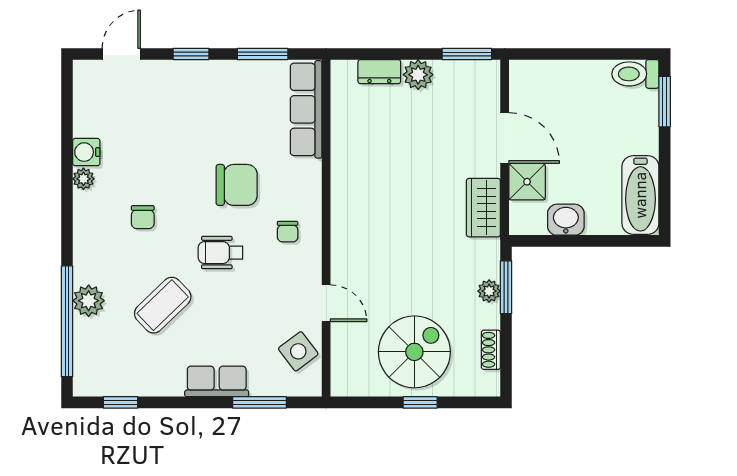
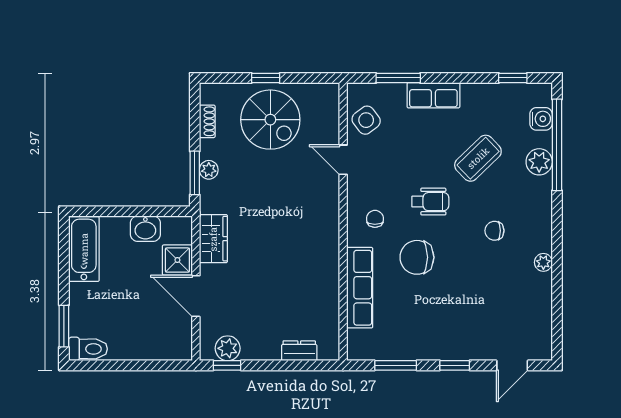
window: (467, 54) -> (227, 365), width x0.67
plant: (418, 75) -> (228, 348), moved
row of seats: (306, 109) -> (360, 288), moved
water cooler: (86, 152) -> (541, 119), moved
chair: (143, 217) -> (494, 231), turned -90
spiral stairs: (414, 352) -> (270, 120), turned -90

